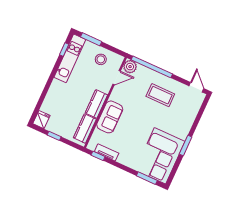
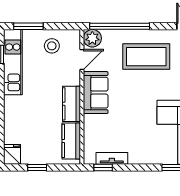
coffee table: (160, 95) -> (146, 57), width x1.36, depth x1.32
sofa: (110, 117) -> (96, 93), moved

